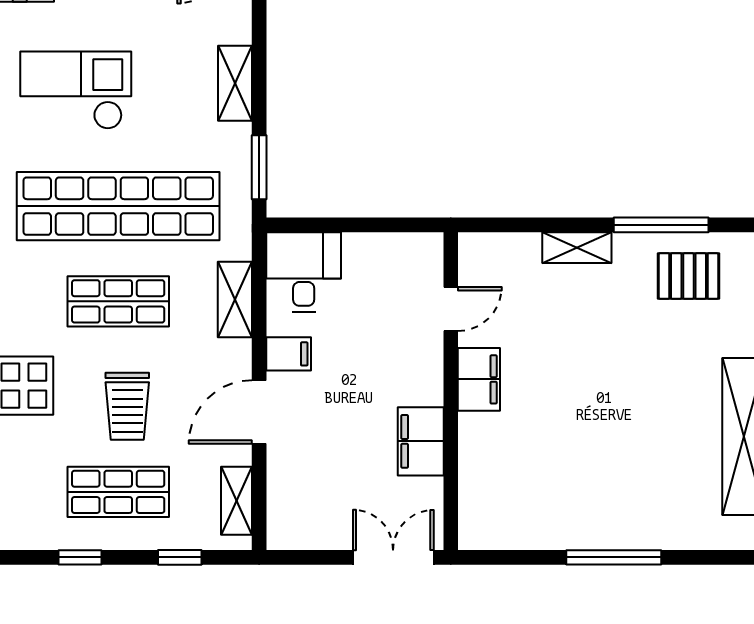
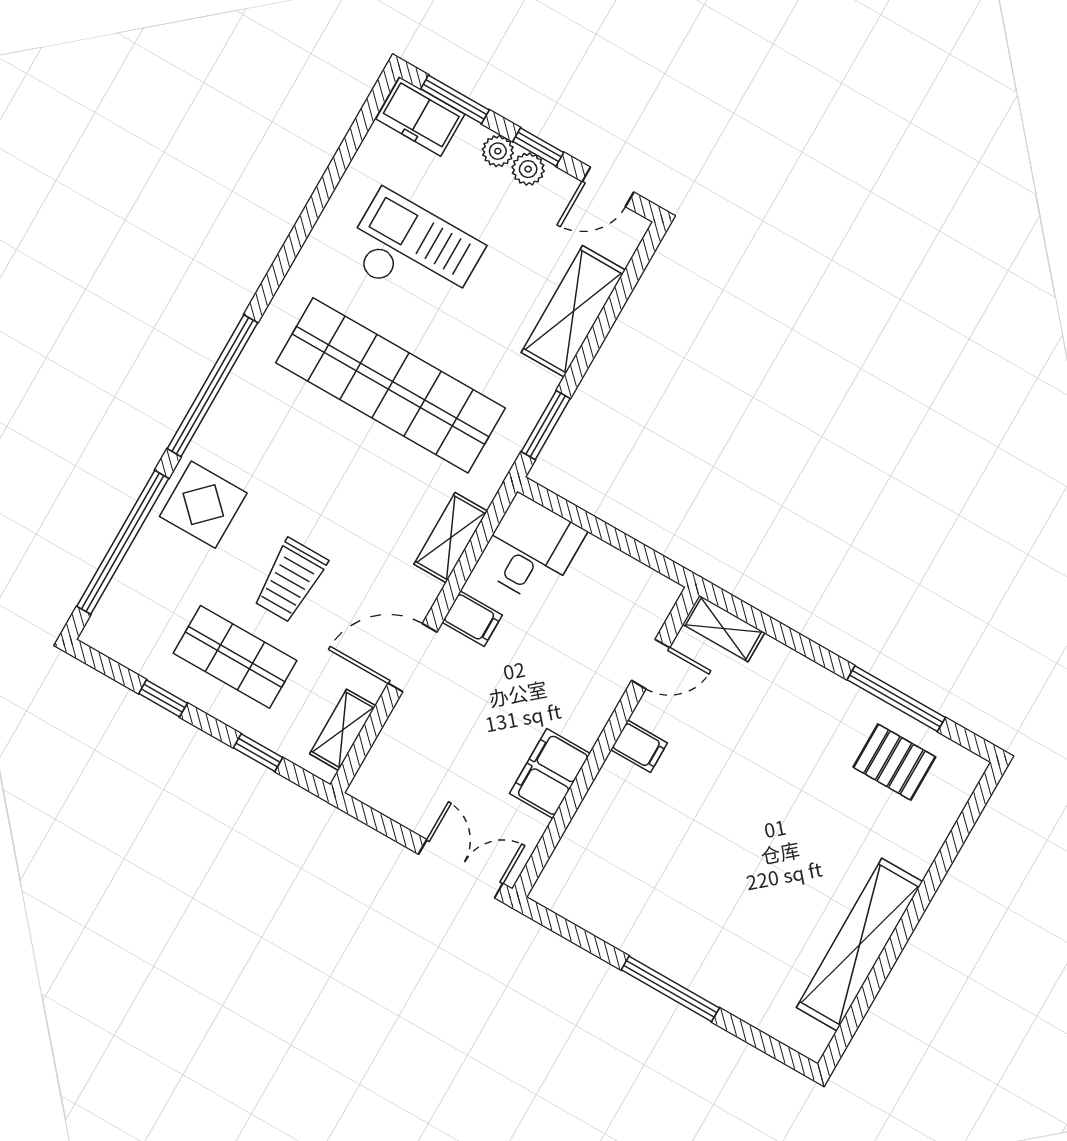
shelving: (235, 83) -> (573, 311), width x1.50, depth x1.33
shelving: (577, 248) -> (724, 628), moved
shop shelf: (118, 301) -> (339, 476), removed
filing cabinet: (479, 379) -> (639, 746), width x0.50

